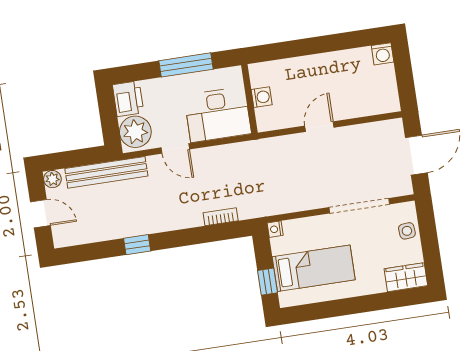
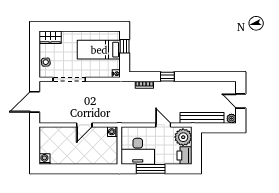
washing machine: (262, 97) -> (113, 132), moved
desk: (218, 115) -> (138, 151), moved, turned 180
window: (137, 245) -> (167, 77), moved

